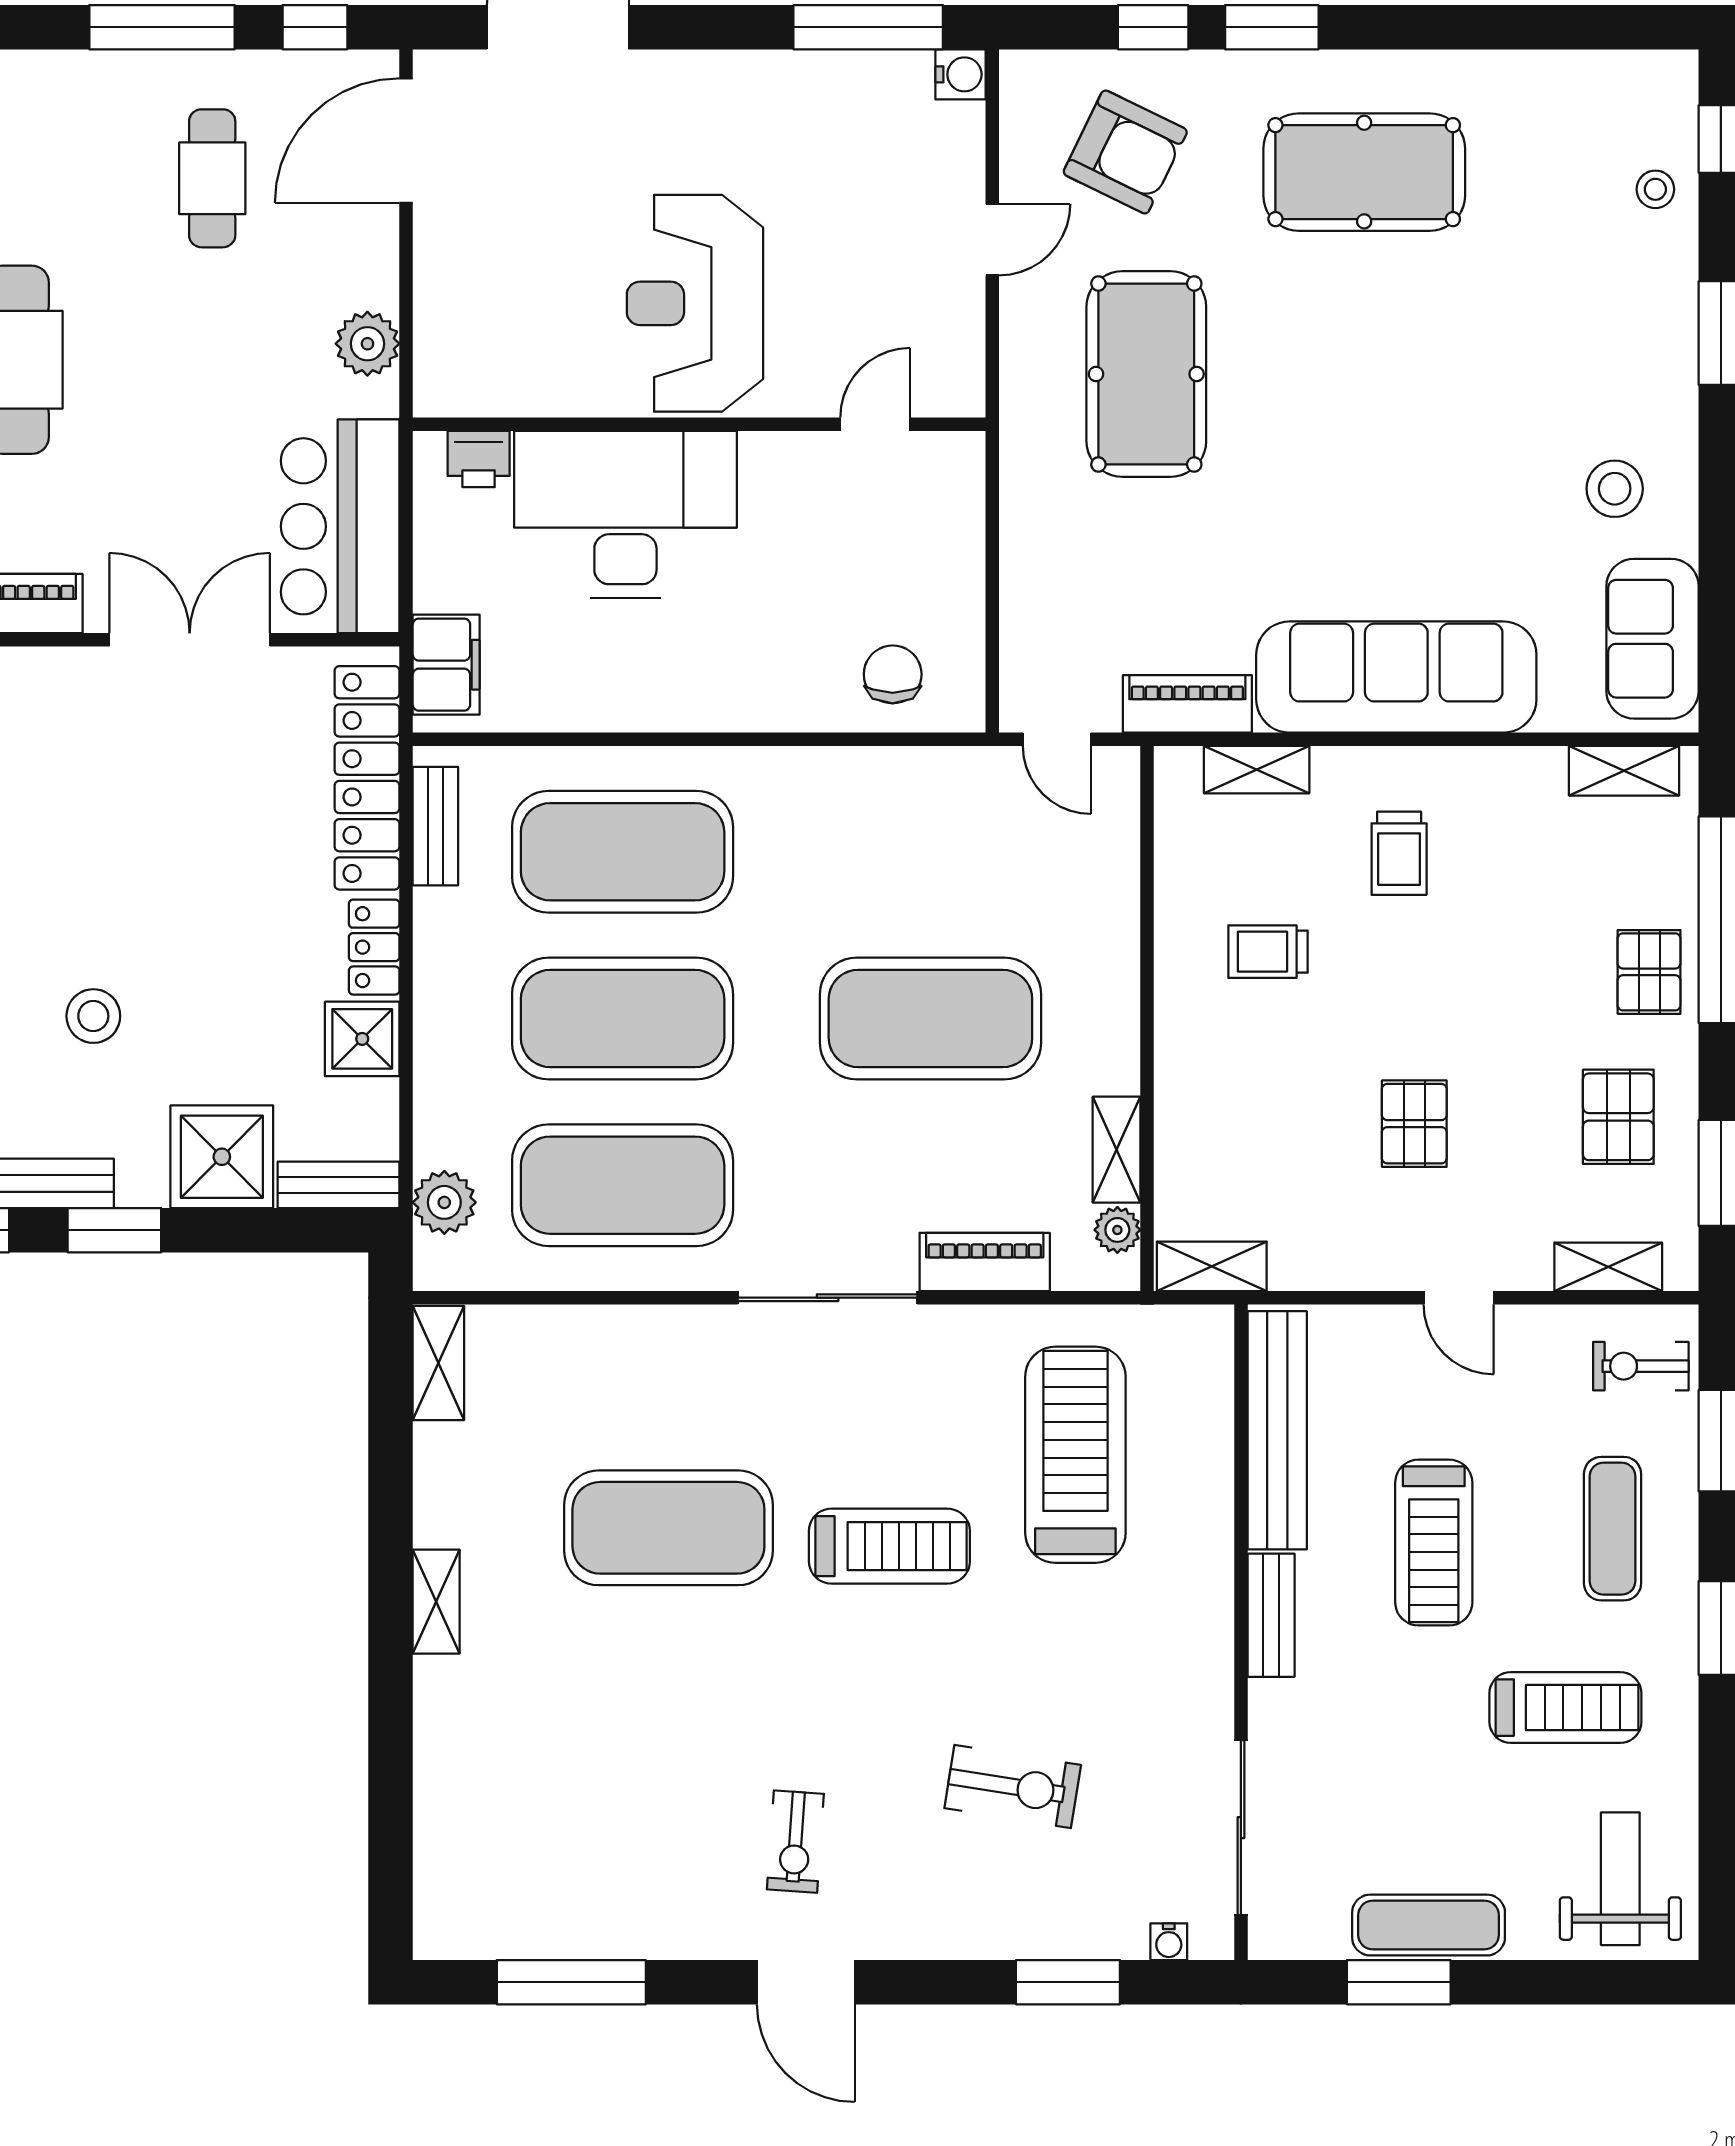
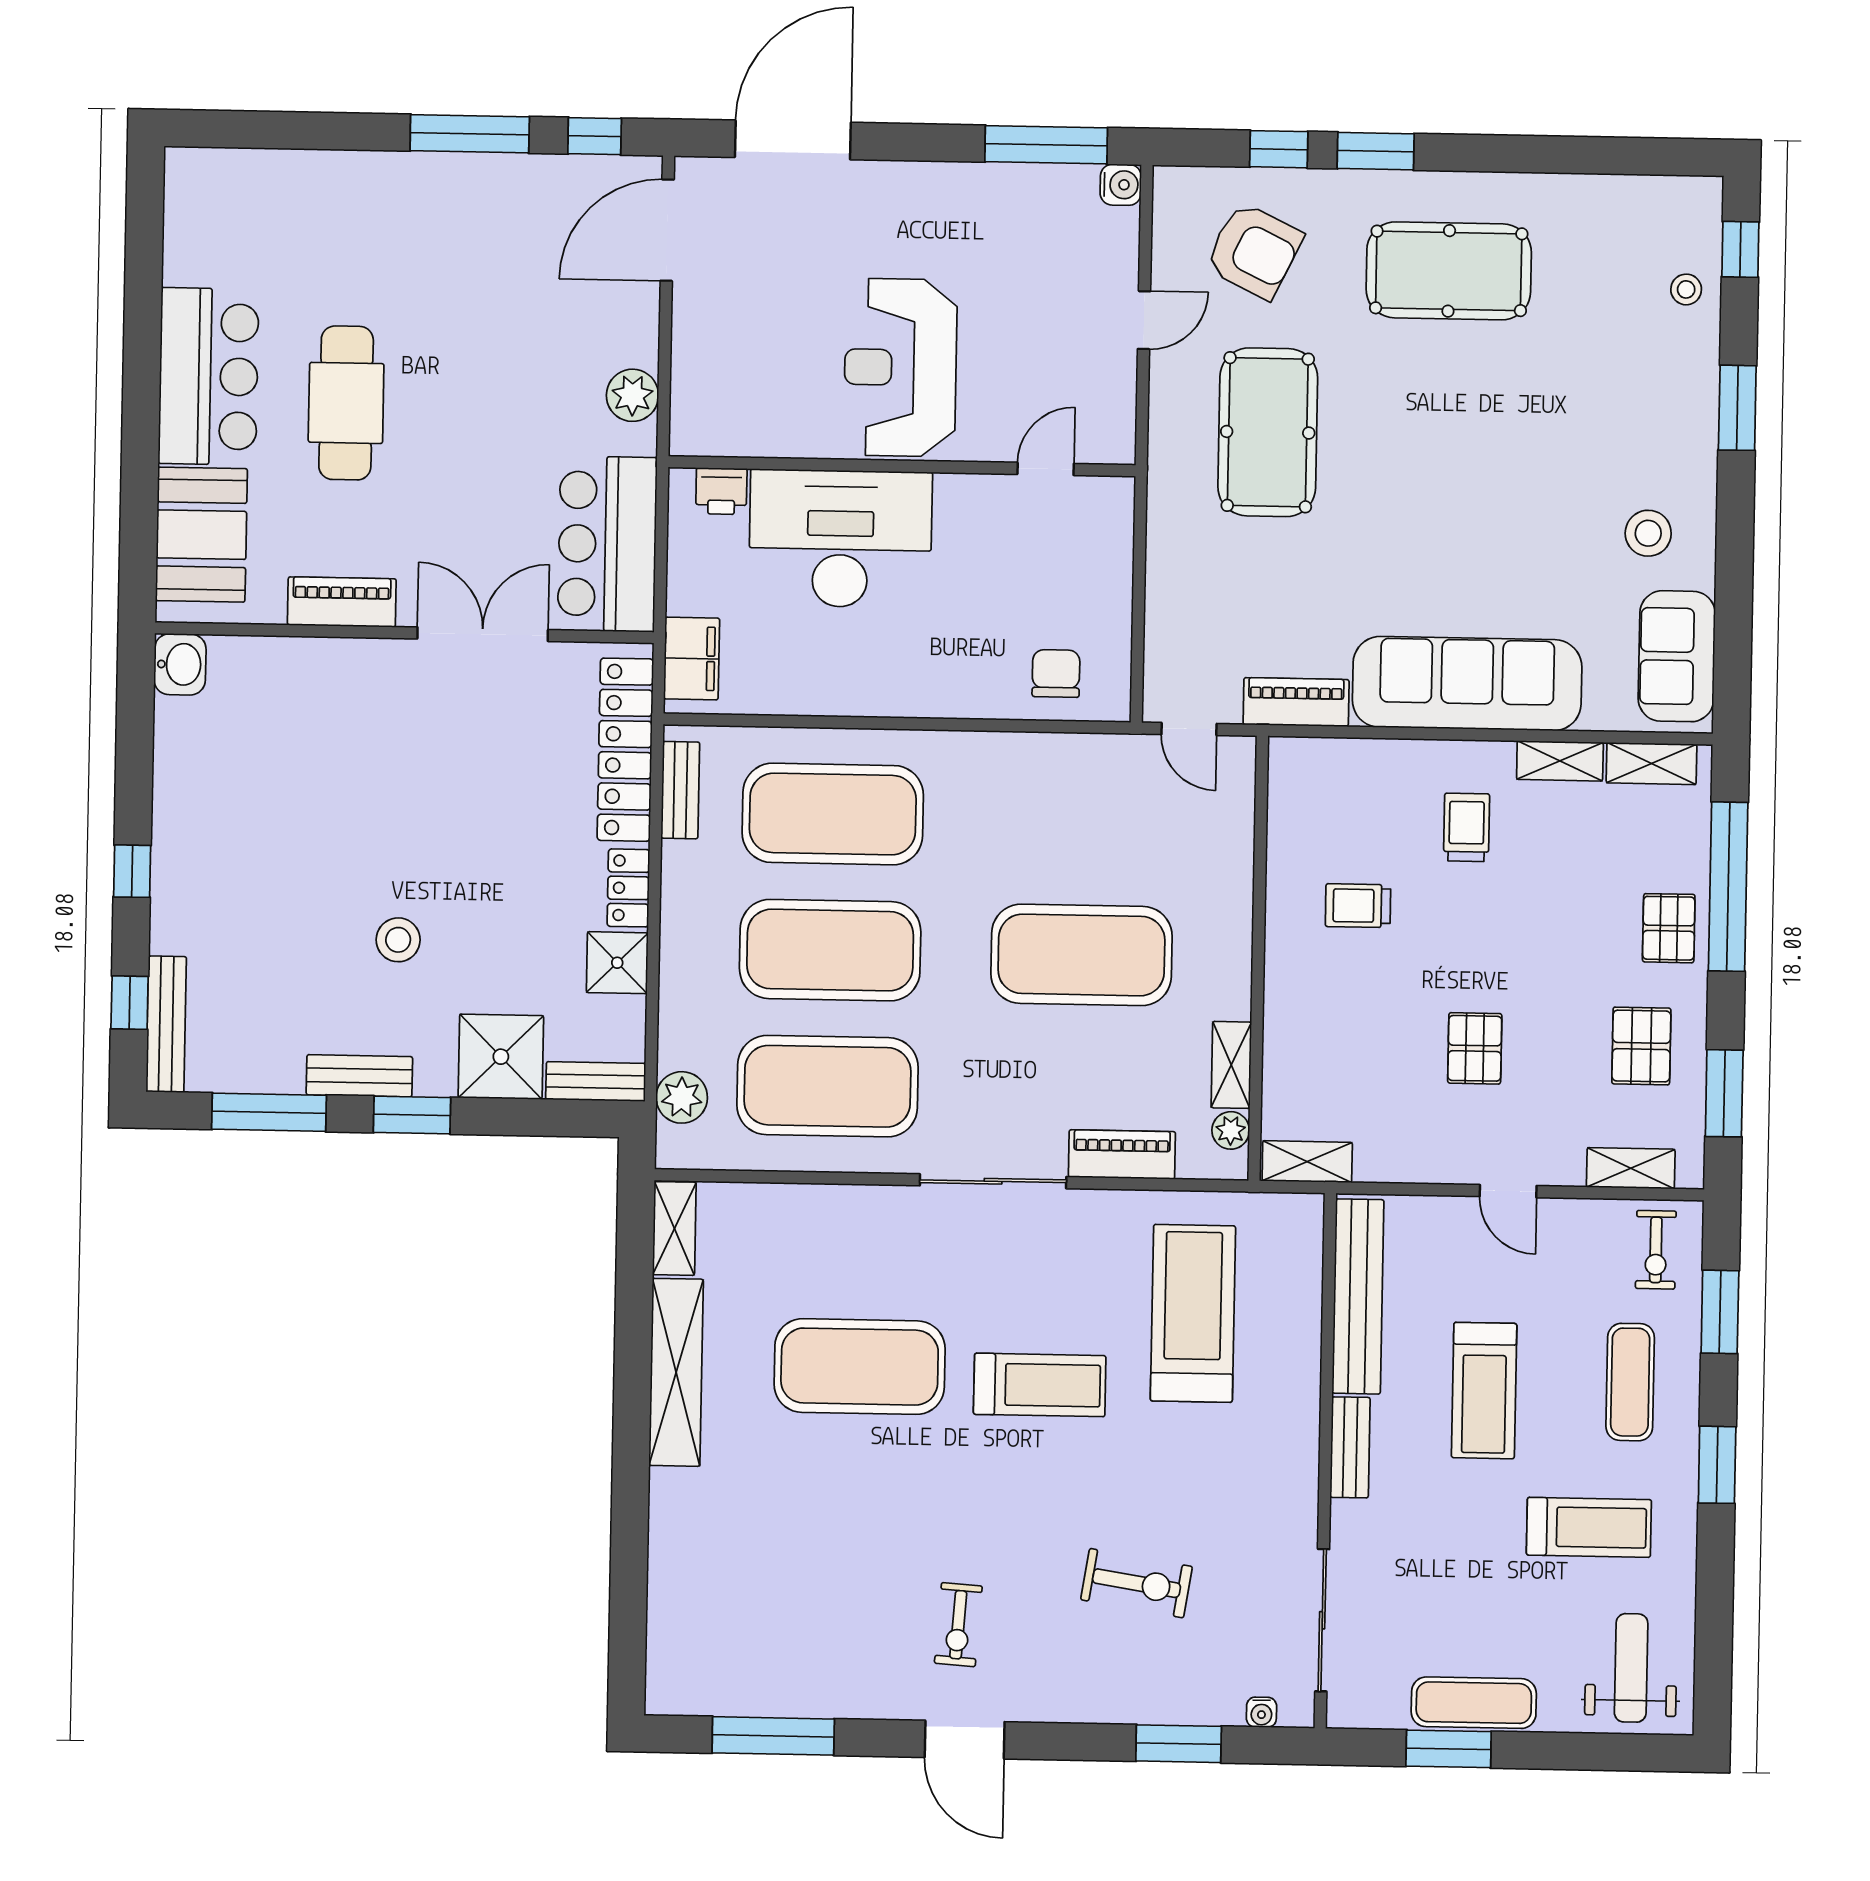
cafe table: (212, 178) -> (508, 258), removed
shelving: (1257, 770) -> (1560, 761), moved
trolley: (1399, 853) -> (1467, 827), turned 180
exercise bike: (1641, 1366) -> (1656, 1250), turned -90
shelving: (436, 1602) -> (676, 1372), width x2.20, depth x1.33

